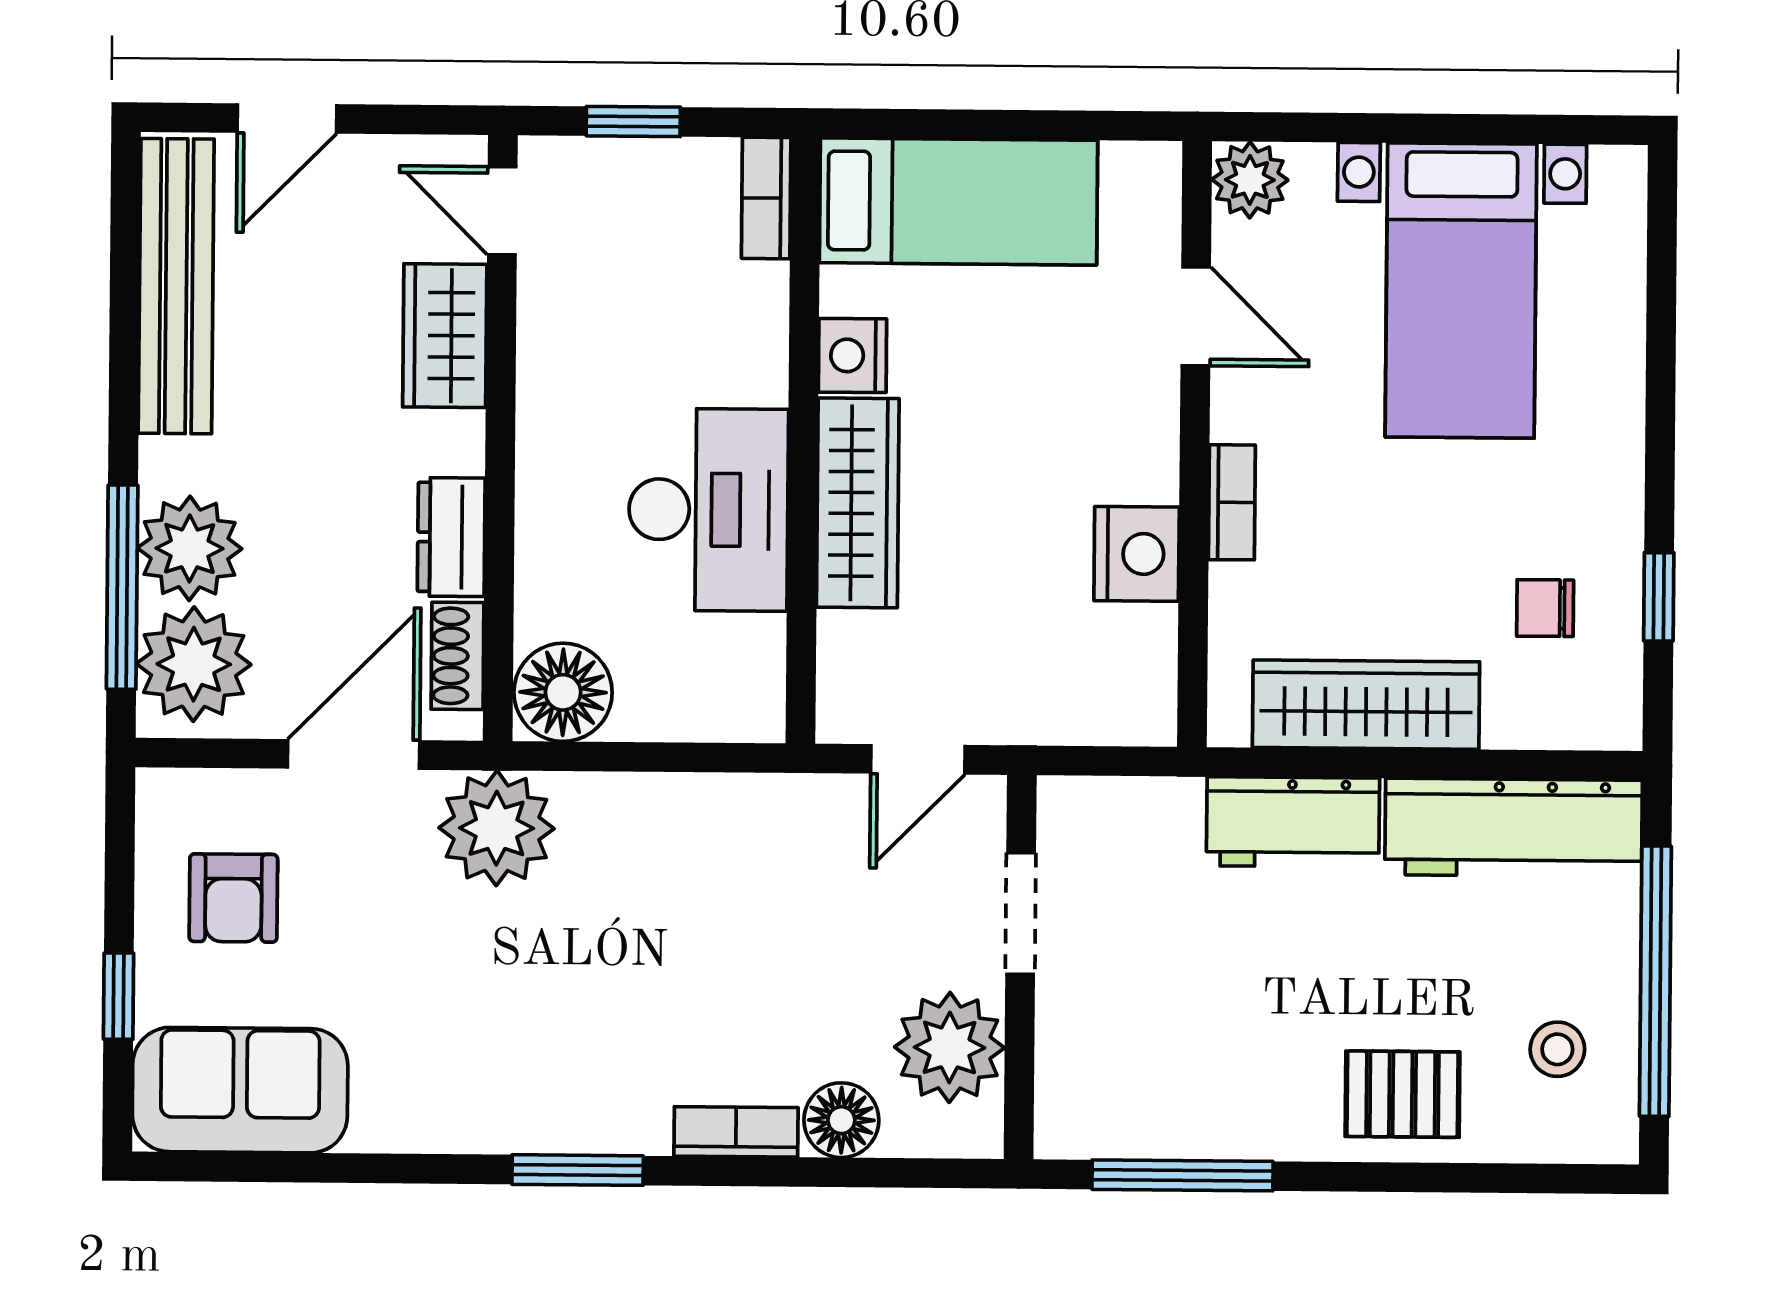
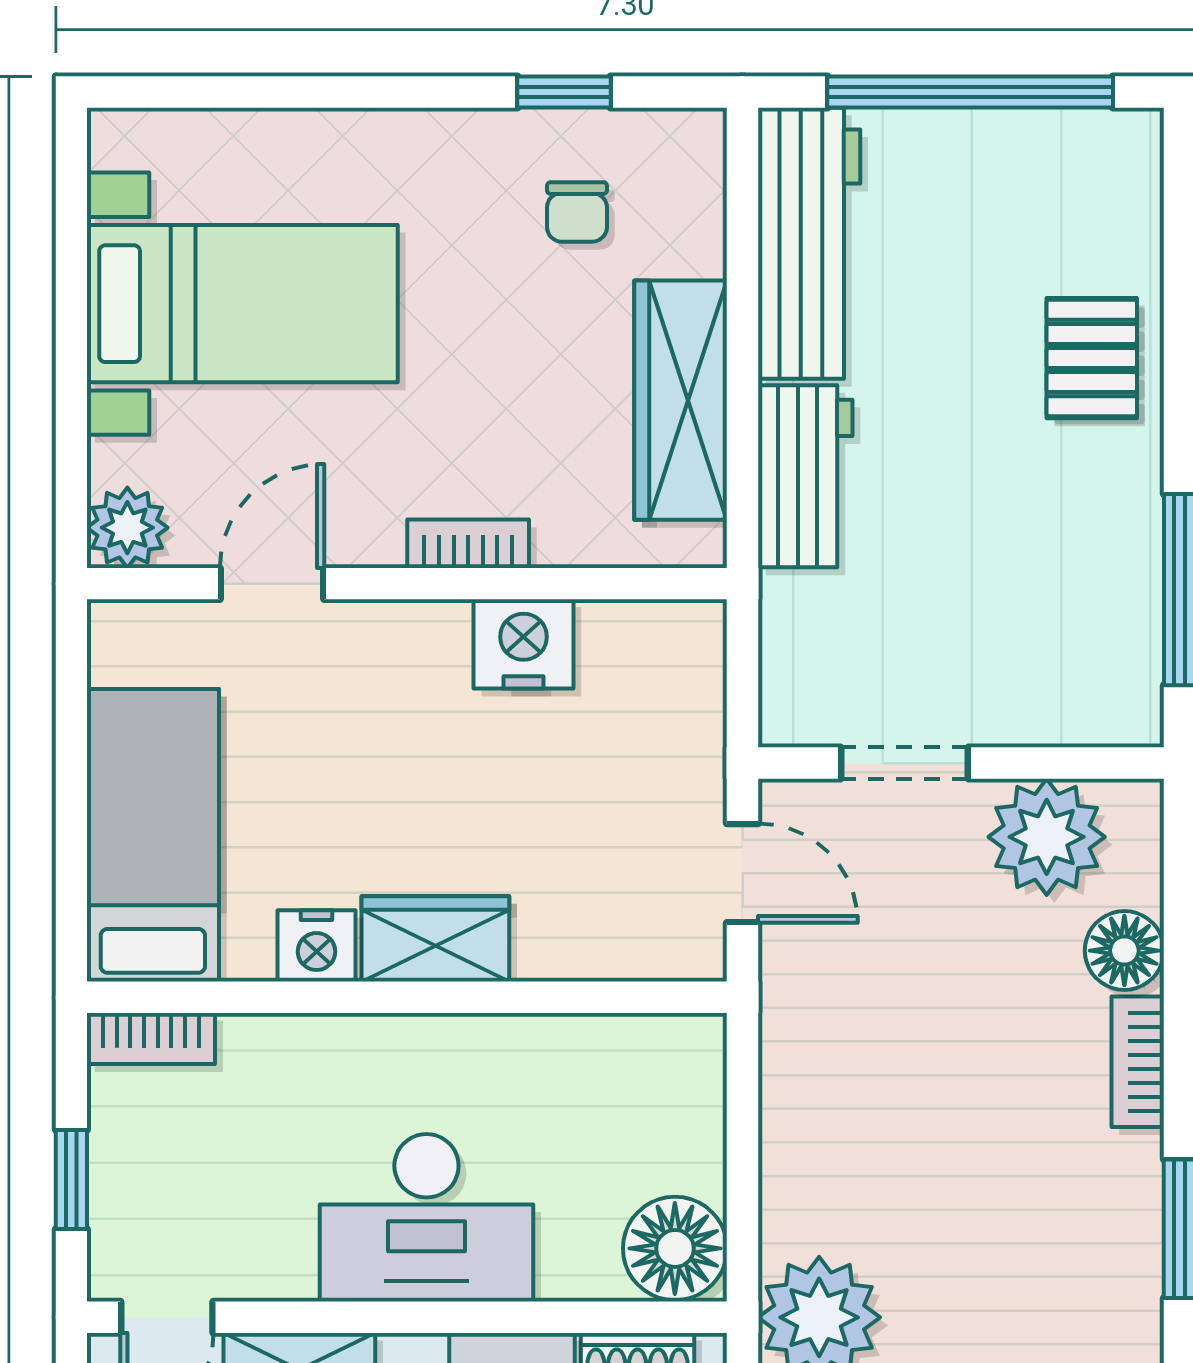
wardrobe: (858, 503) -> (435, 939), width x0.67
desk: (708, 510) -> (426, 1218), moved, turned 180
stool: (1557, 1049) -> (1043, 195), removed

